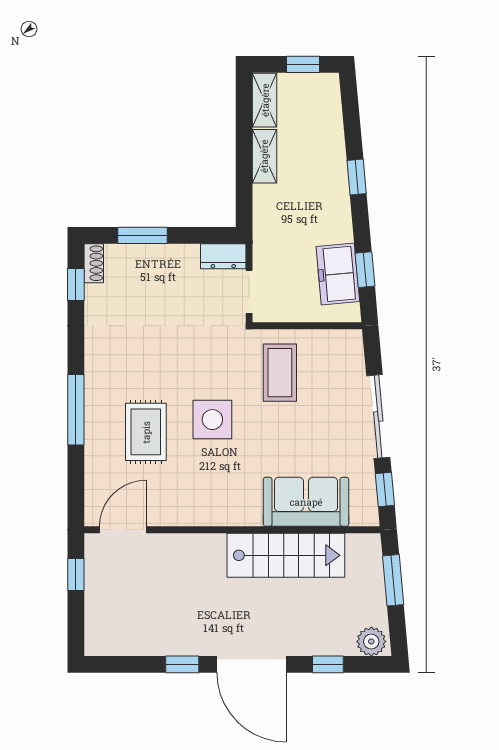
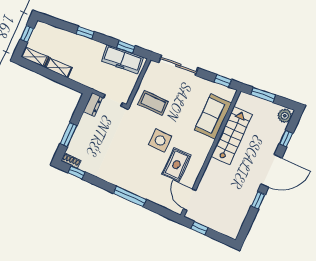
freezer: (338, 274) -> (123, 59), width x1.40
sliding door: (378, 416) -> (178, 65), moved
rug: (146, 432) -> (177, 165), moved, turned 90

